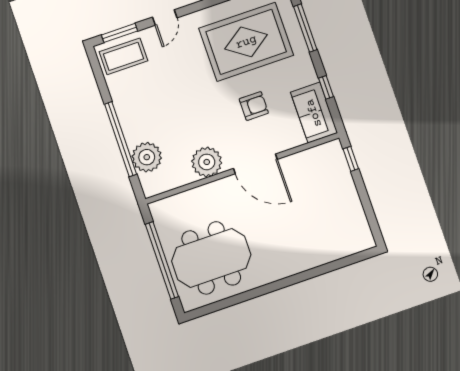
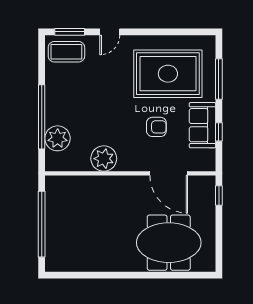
sofa: (314, 113) -> (202, 125), moved
door: (255, 164) -> (169, 173), moved
meeting table: (211, 258) -> (169, 243), moved

